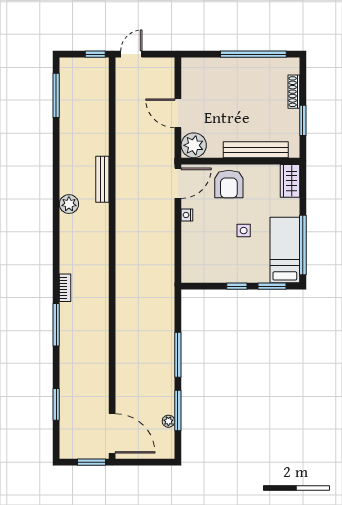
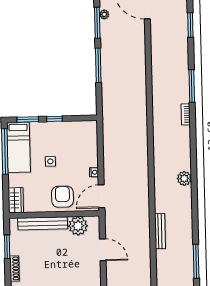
plant: (194, 145) -> (78, 226), moved
bench: (102, 179) -> (160, 231), moved

